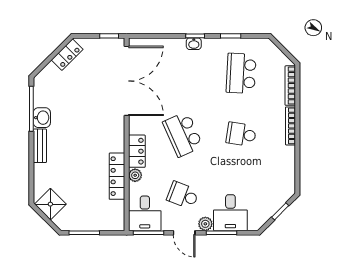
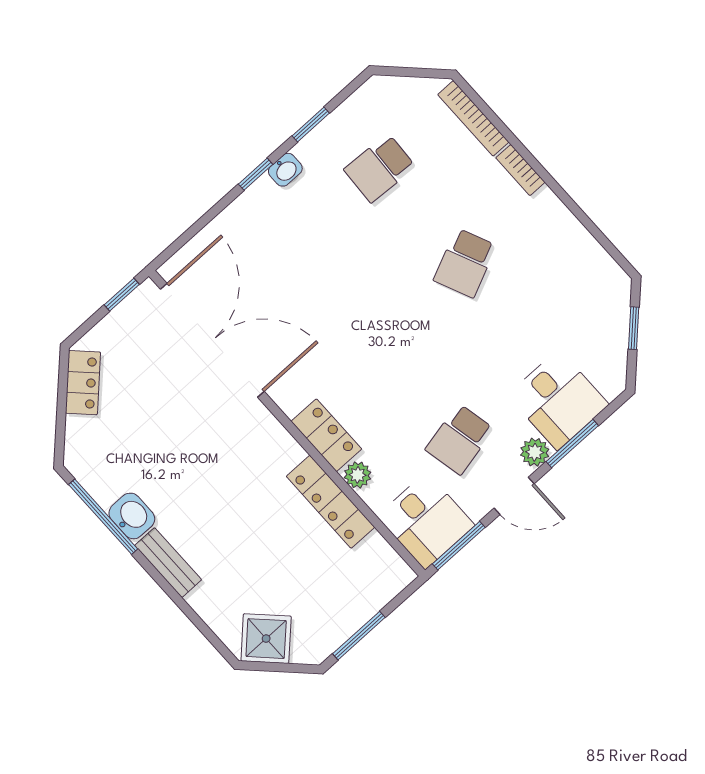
washbasin: (194, 44) -> (285, 170), moved
school desk: (241, 73) -> (380, 168), width x0.54
bookcase: (291, 126) -> (520, 170), width x0.64
school desk: (183, 134) -> (374, 344), removed
school desk: (241, 134) -> (465, 263), turned -33
school desk: (183, 195) -> (460, 439), turned -33

